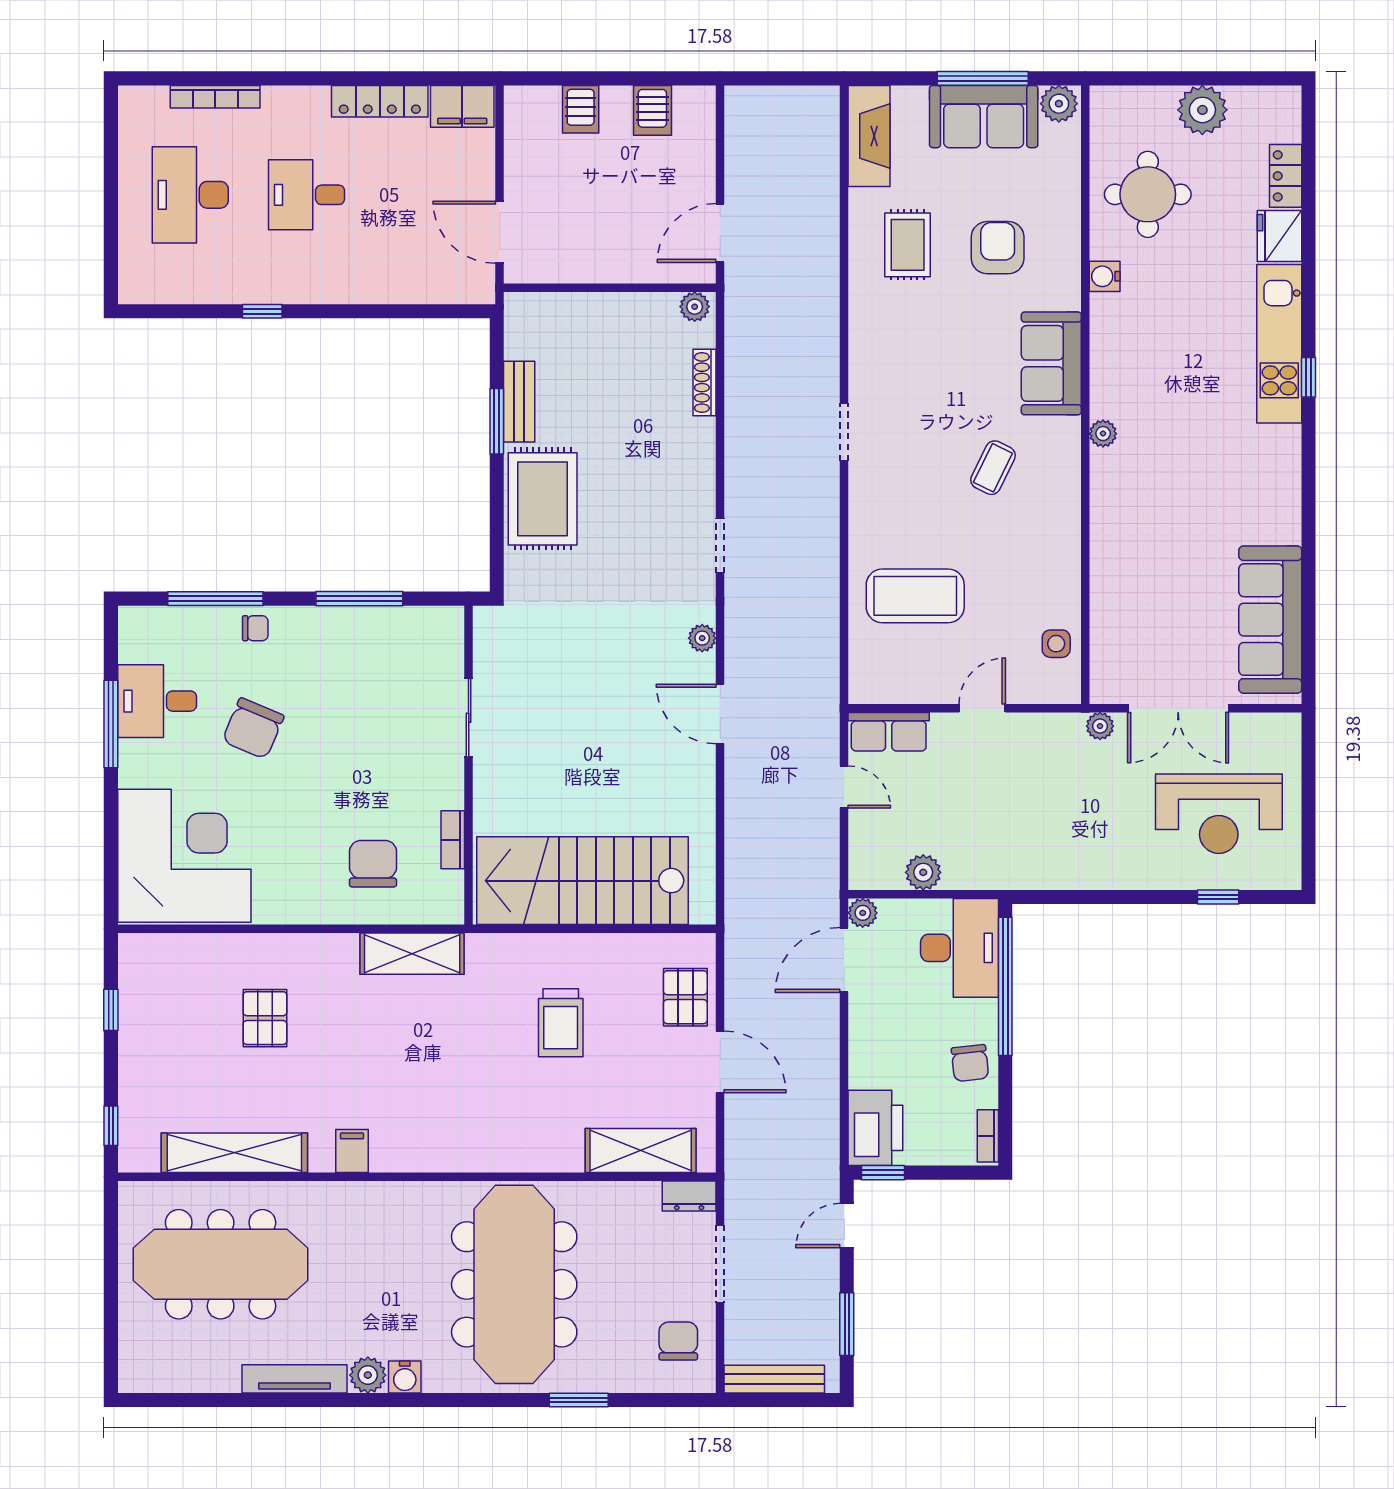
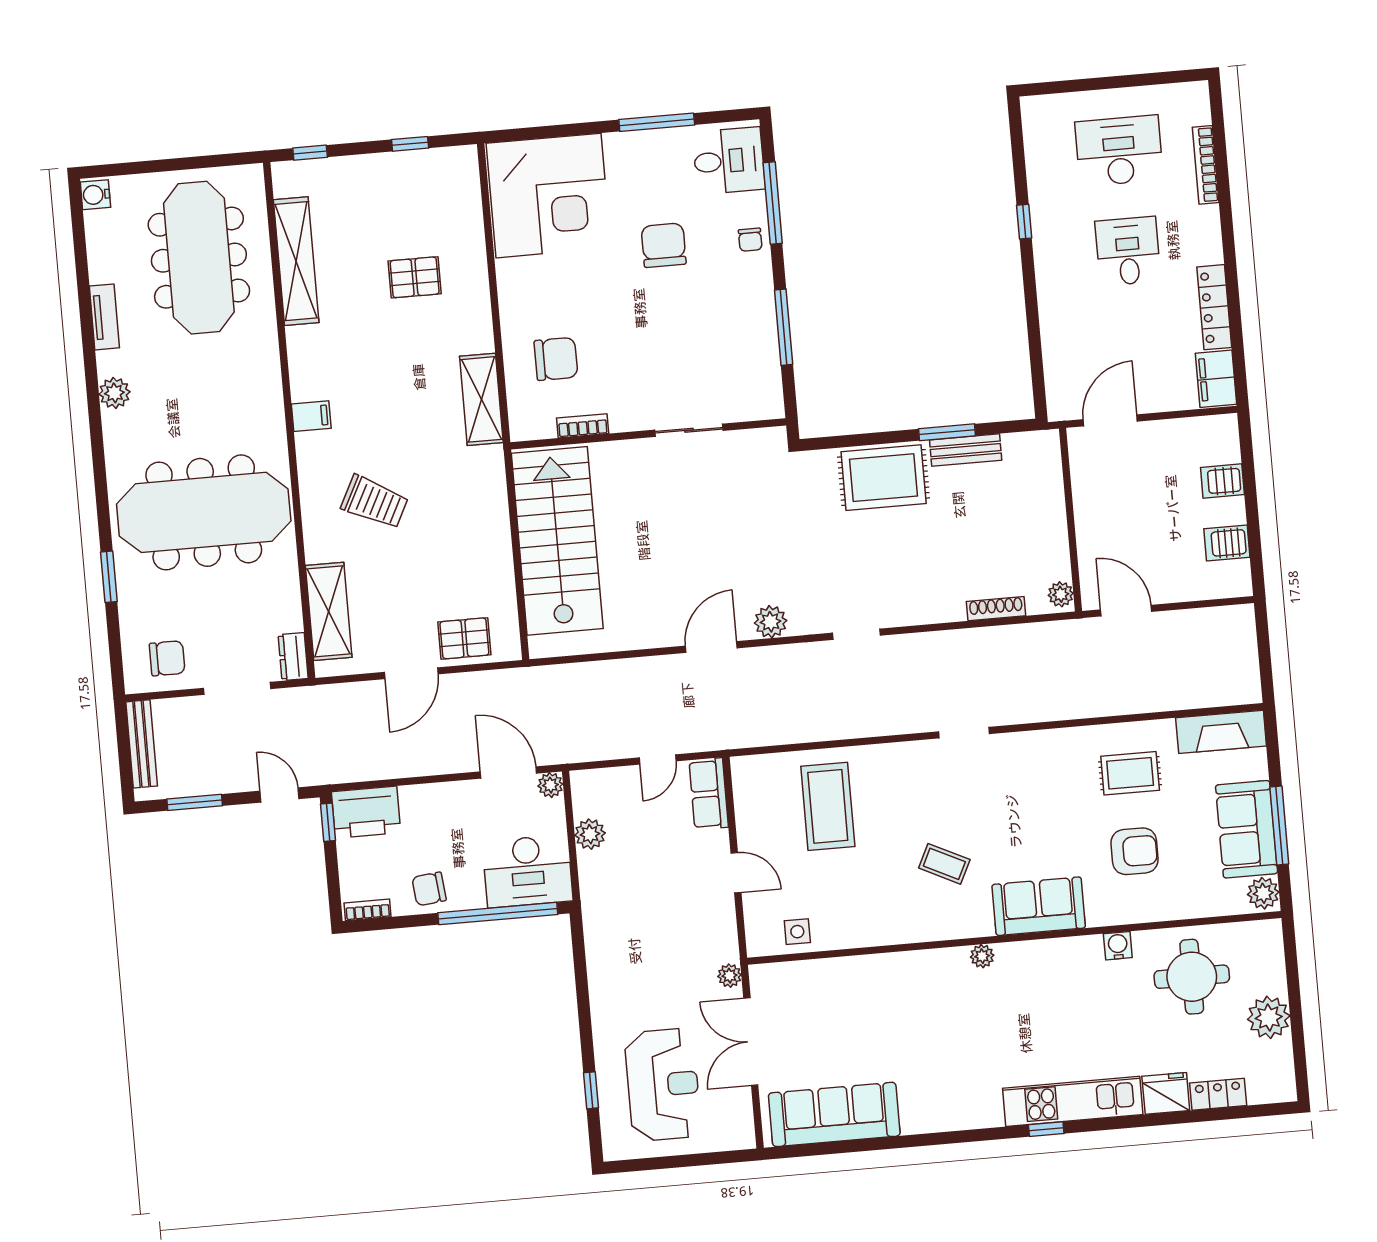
plant: (702, 638) -> (771, 622), width x1.38, depth x1.38
desk: (157, 701) -> (729, 161), moved, turned 90
chair: (253, 728) -> (664, 245), turned 67
reception desk: (1219, 814) -> (663, 1085), turned 180
trolley: (561, 1023) -> (375, 502), moved, turned -153
filing cabinet: (352, 1151) -> (311, 416), moved
water cooler: (405, 1377) -> (95, 195), moved
tv unit: (294, 1379) -> (104, 317), width x0.71

